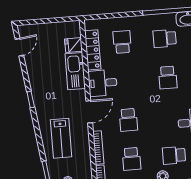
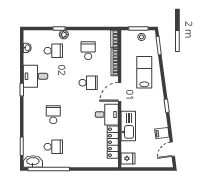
school desk: (122, 42) -> (88, 147), removed
fridge: (74, 45) -> (128, 158), moved
filing cabinet: (34, 66) -> (162, 133), added
school desk: (128, 120) -> (88, 83), turned 90

